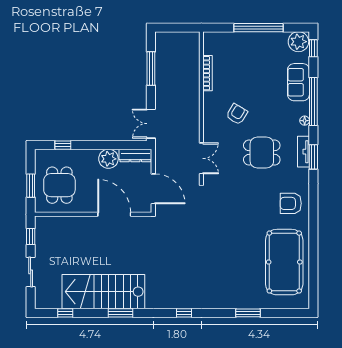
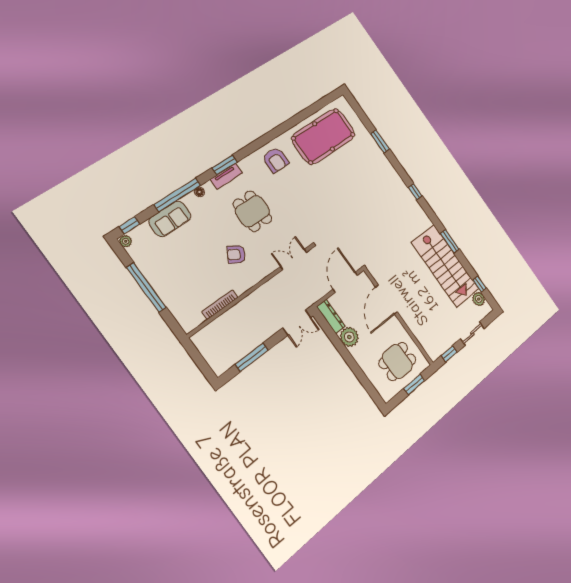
plant: (298, 42) -> (126, 241), width x0.53, depth x0.53
window: (63, 145) -> (366, 383), removed
plant: (54, 302) -> (479, 299), added

